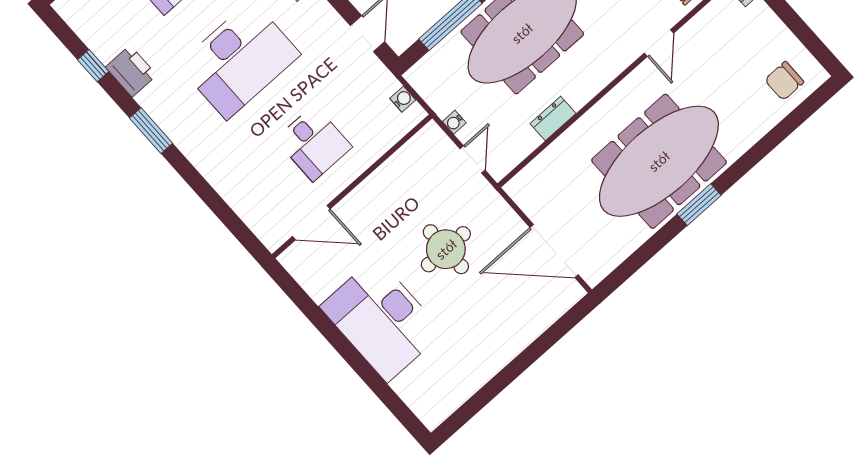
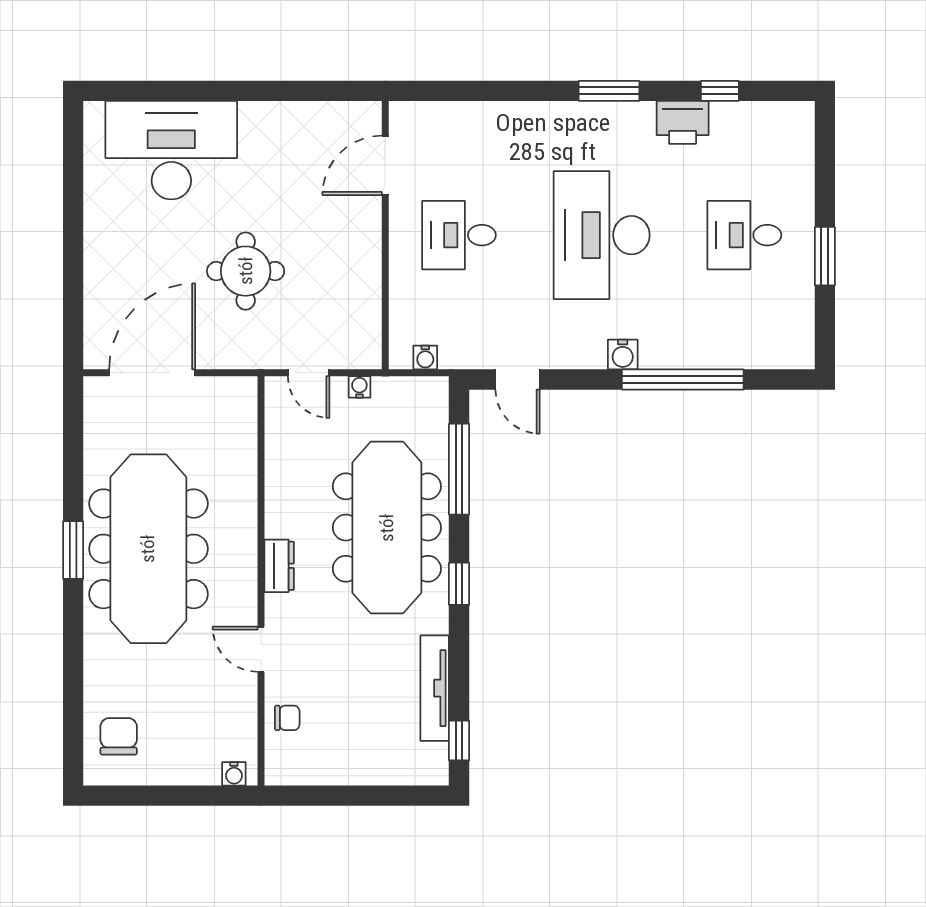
dresser: (553, 118) -> (279, 566), moved
desk: (382, 320) -> (171, 150), moved

